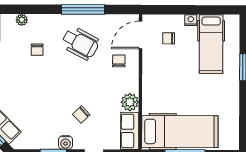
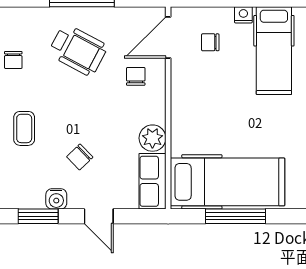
coffee table: (44, 95) -> (24, 128), added

